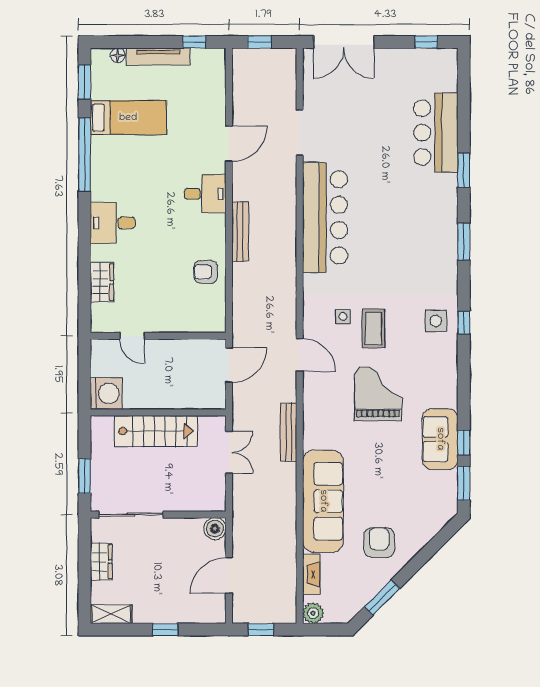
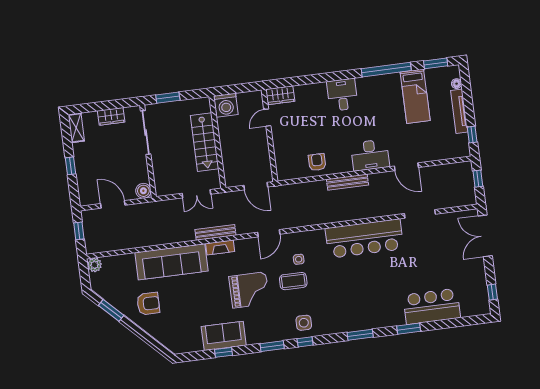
desk: (205, 194) -> (370, 155), width x1.37
wardrobe: (102, 282) -> (280, 95), moved
window: (464, 483) -> (272, 346), moved
fireplace: (311, 574) -> (220, 247), moved

